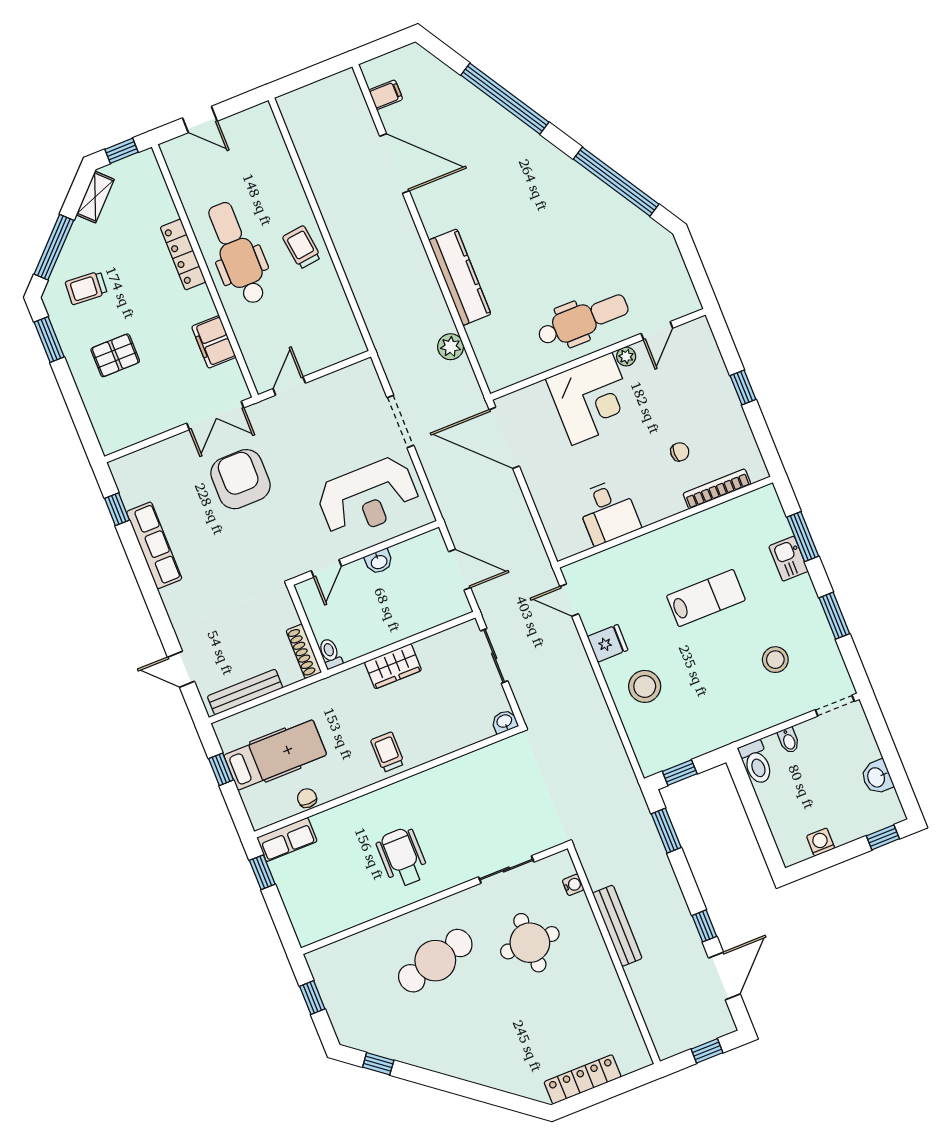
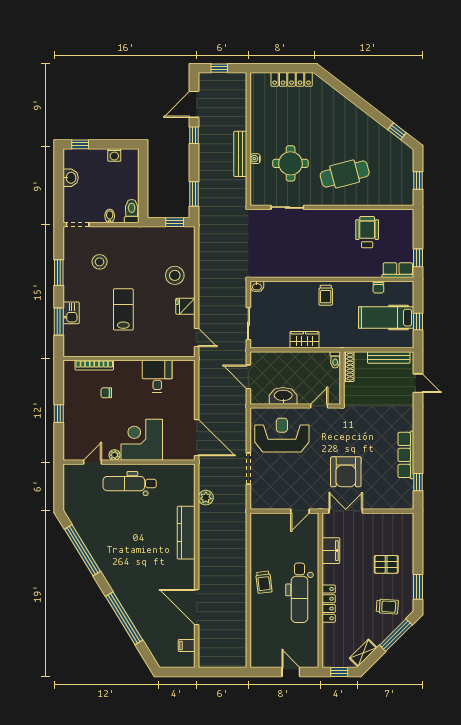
washbasin: (379, 562) -> (283, 396), width x1.91, depth x1.45
lab bench: (706, 598) -> (123, 309), turned 90
wheelchair: (402, 857) -> (367, 232), moved, turned 180
water cooler: (573, 885) -> (255, 159), moved

